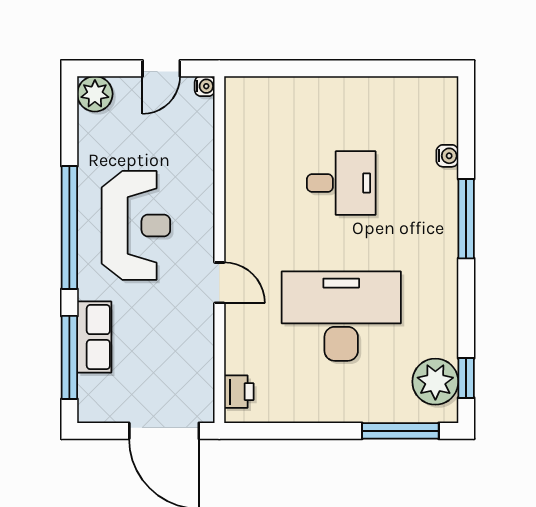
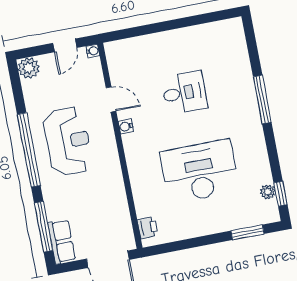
water cooler: (447, 156) -> (126, 126), moved, turned 180
door: (219, 283) -> (111, 99), moved
row of seats: (94, 337) -> (62, 241), moved
plant: (435, 382) -> (268, 192), width x0.53, depth x0.53
window: (400, 431) -> (247, 232), width x0.69

